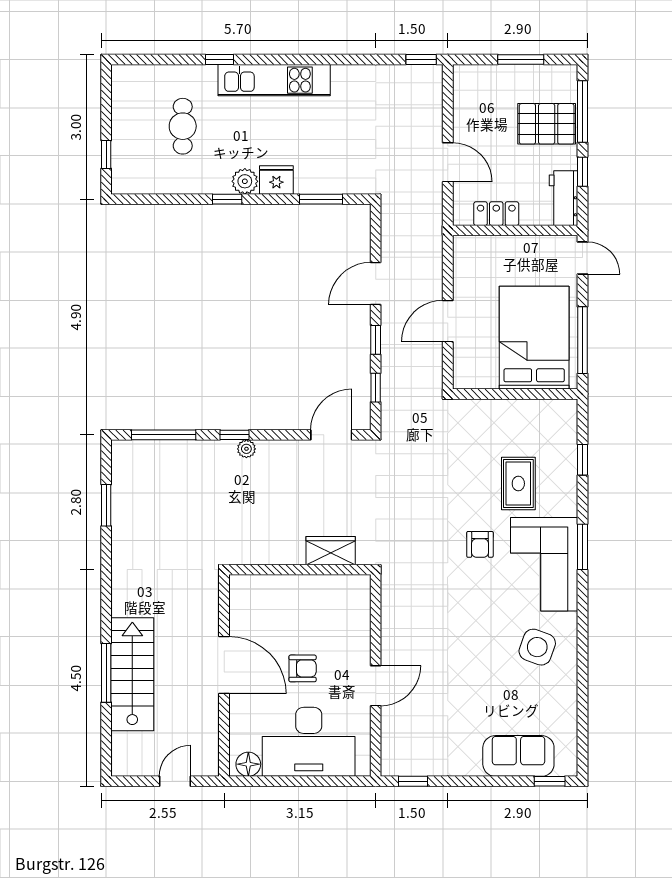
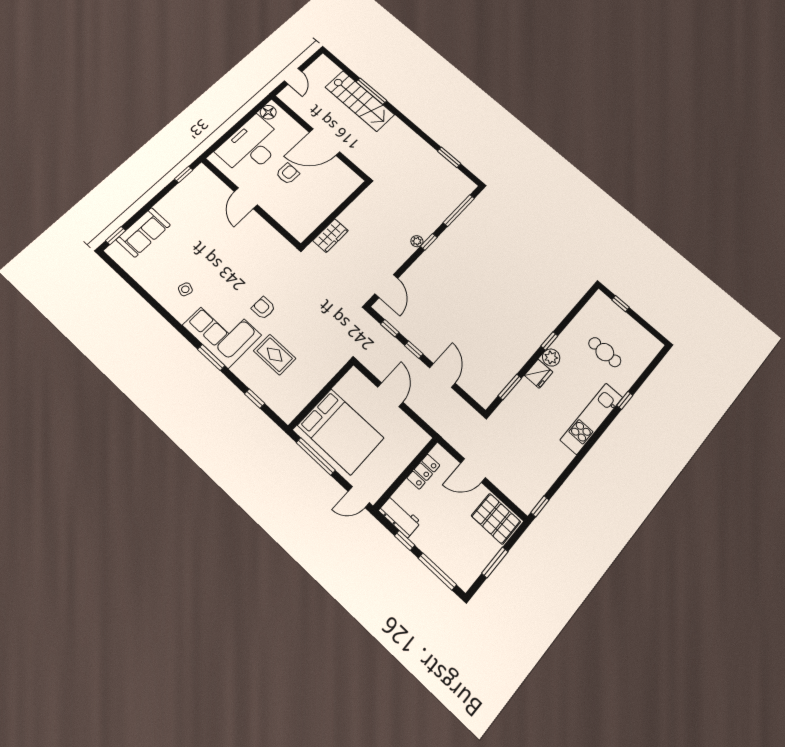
pallet: (547, 124) -> (496, 519), moved, turned 90
side table: (537, 647) -> (185, 289), width x0.54, depth x0.54
armchair: (303, 668) -> (288, 174), turned 180

